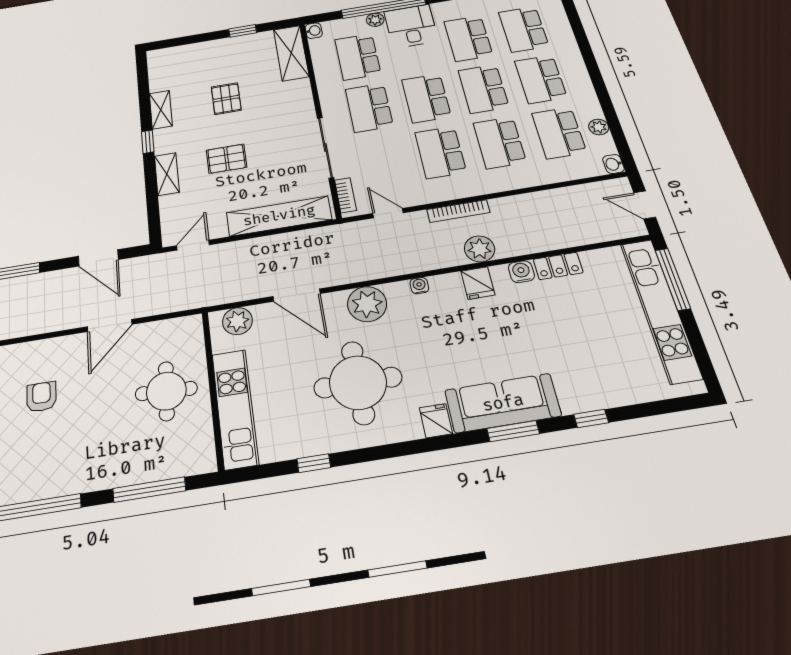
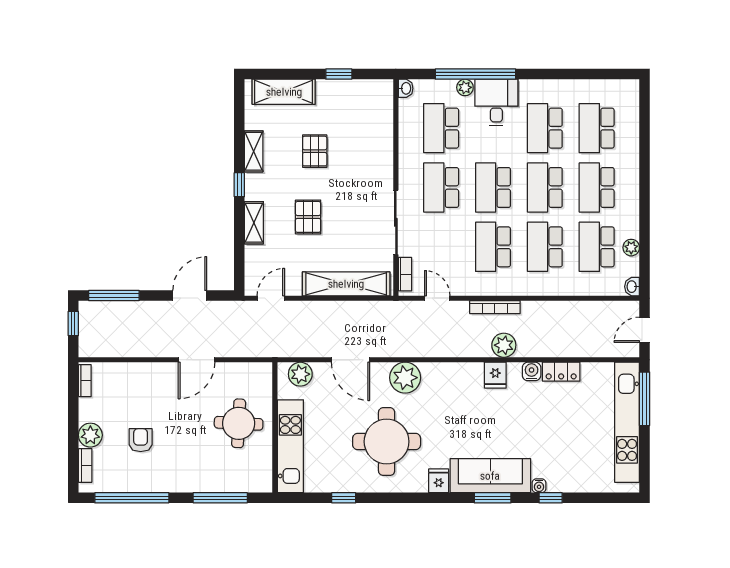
shelving: (291, 53) -> (284, 92), moved, turned 90
pallet: (227, 159) -> (308, 217), turned 90
door: (645, 205) -> (645, 330), hinge flipped
door: (98, 258) -> (190, 296), swing flipped
water cooler: (419, 286) -> (539, 486), moved, turned 180
armchair: (41, 397) -> (141, 440), moved

